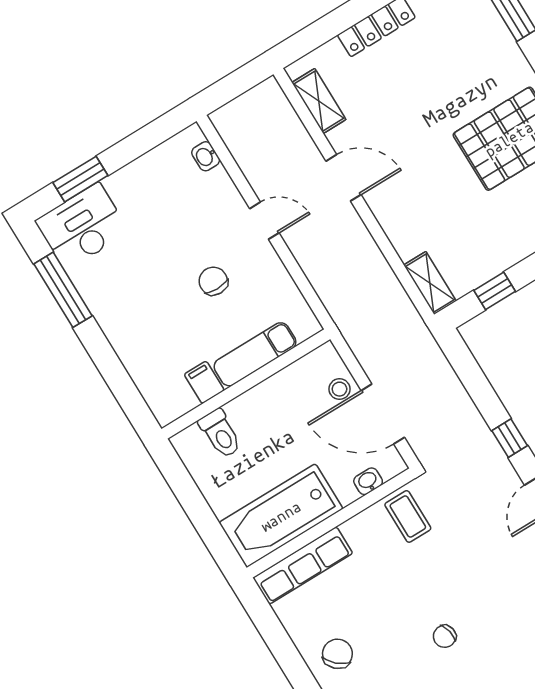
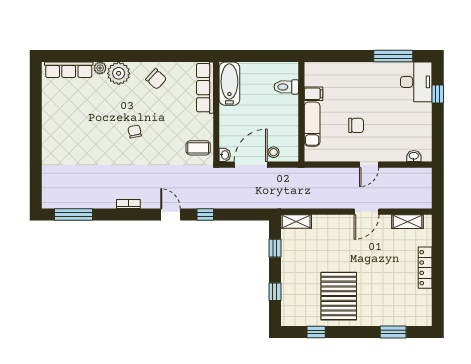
window: (80, 179) -> (438, 94), width x0.67
washbasin: (368, 481) -> (225, 155), moved
bathtub: (281, 516) -> (229, 84), width x0.73, depth x0.73

